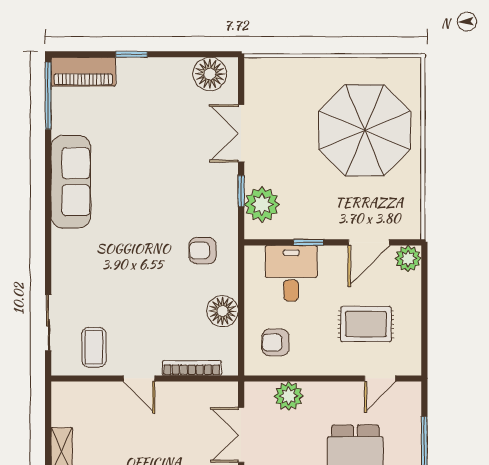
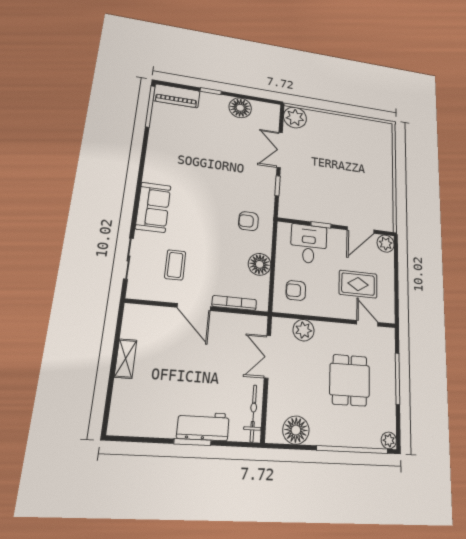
floor lamp: (210, 74) -> (240, 108), moved
parasol: (365, 130) -> (358, 160), removed
sofa: (71, 182) -> (153, 207), moved, width x0.73
plant: (262, 204) -> (295, 117), moved
coffee table: (94, 347) -> (175, 265), moved
door: (139, 378) -> (194, 307), width x1.38
door: (380, 378) -> (367, 323), swing flipped

